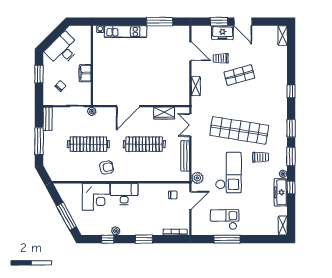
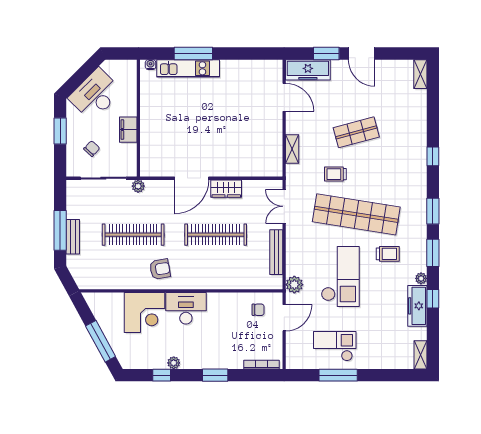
window: (160, 22) -> (193, 53), moved
freezer: (223, 33) -> (308, 70), moved, width x1.40
trolley: (221, 58) -> (335, 174), moved
wardrobe: (164, 113) -> (226, 189), moved
bench: (48, 119) -> (73, 237), moved

